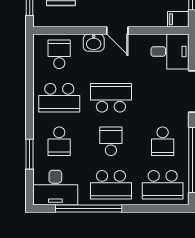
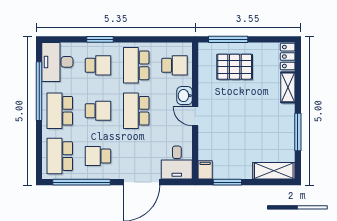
door: (117, 31) -> (195, 116), hinge flipped
school desk: (111, 98) -> (136, 111), turned 180
school desk: (59, 141) -> (98, 65), turned 180
window: (30, 154) -> (100, 39), moved

